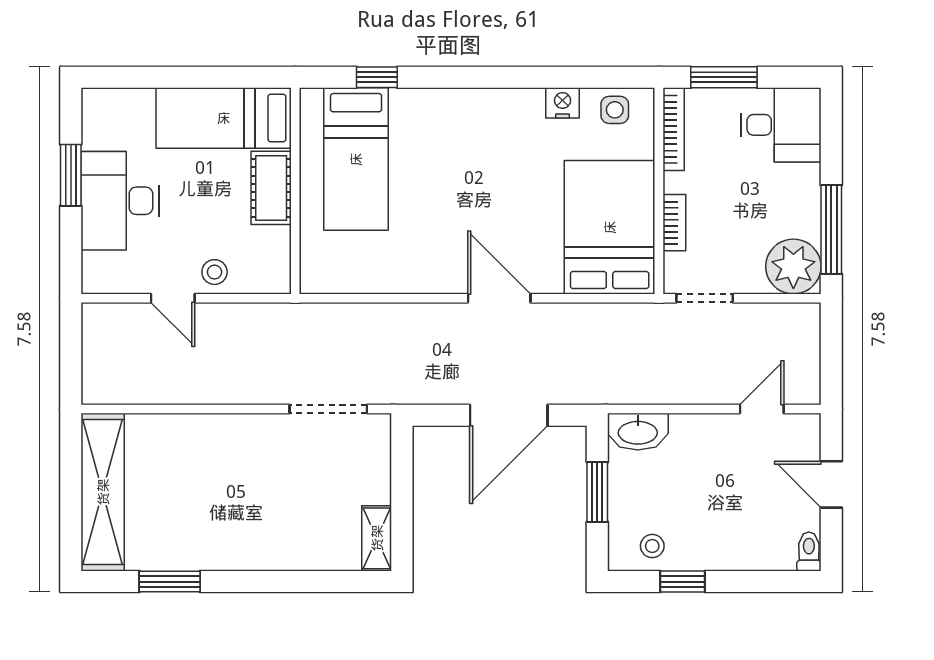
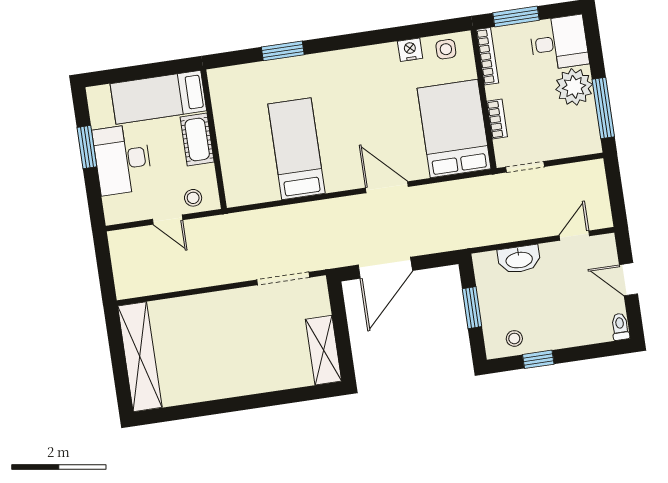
window: (377, 77) -> (283, 51), width x1.50
bed: (224, 118) -> (158, 97), moved
bed: (356, 159) -> (296, 149), moved, turned 180
cot: (271, 188) -> (197, 140), moved
wall: (295, 191) -> (214, 139), moved
plant: (793, 267) -> (574, 87), moved
door: (509, 415) -> (385, 268), moved
washbasin: (638, 432) -> (519, 259), moved
shelving: (377, 538) -> (324, 350), width x1.50, depth x1.33
window: (170, 582) -> (194, 410), removed

